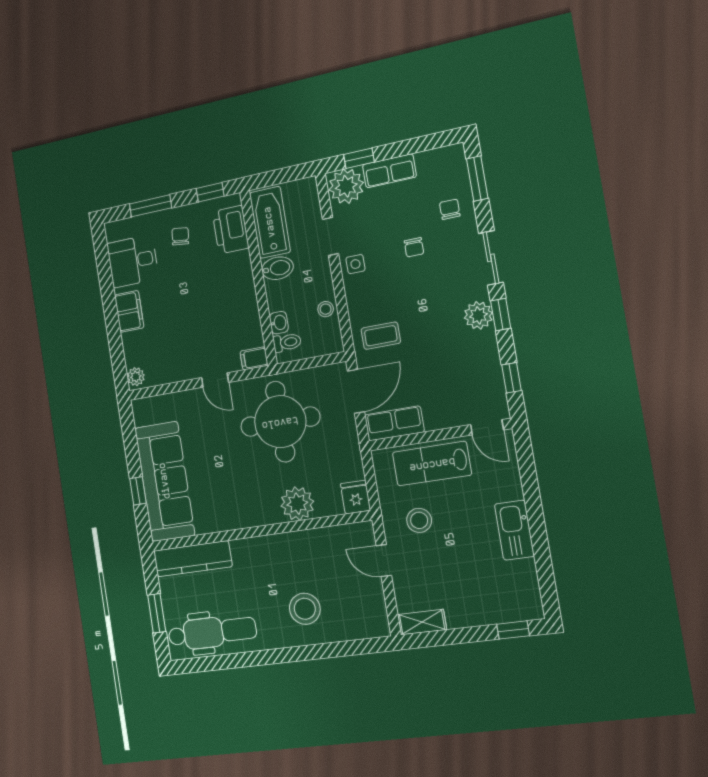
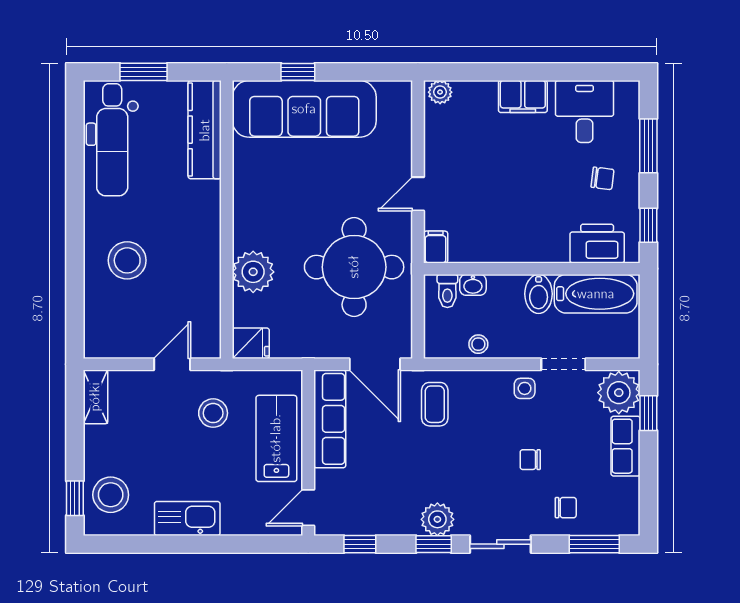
row of seats: (394, 423) -> (330, 419), width x1.48
stool: (505, 599) -> (111, 495), added

